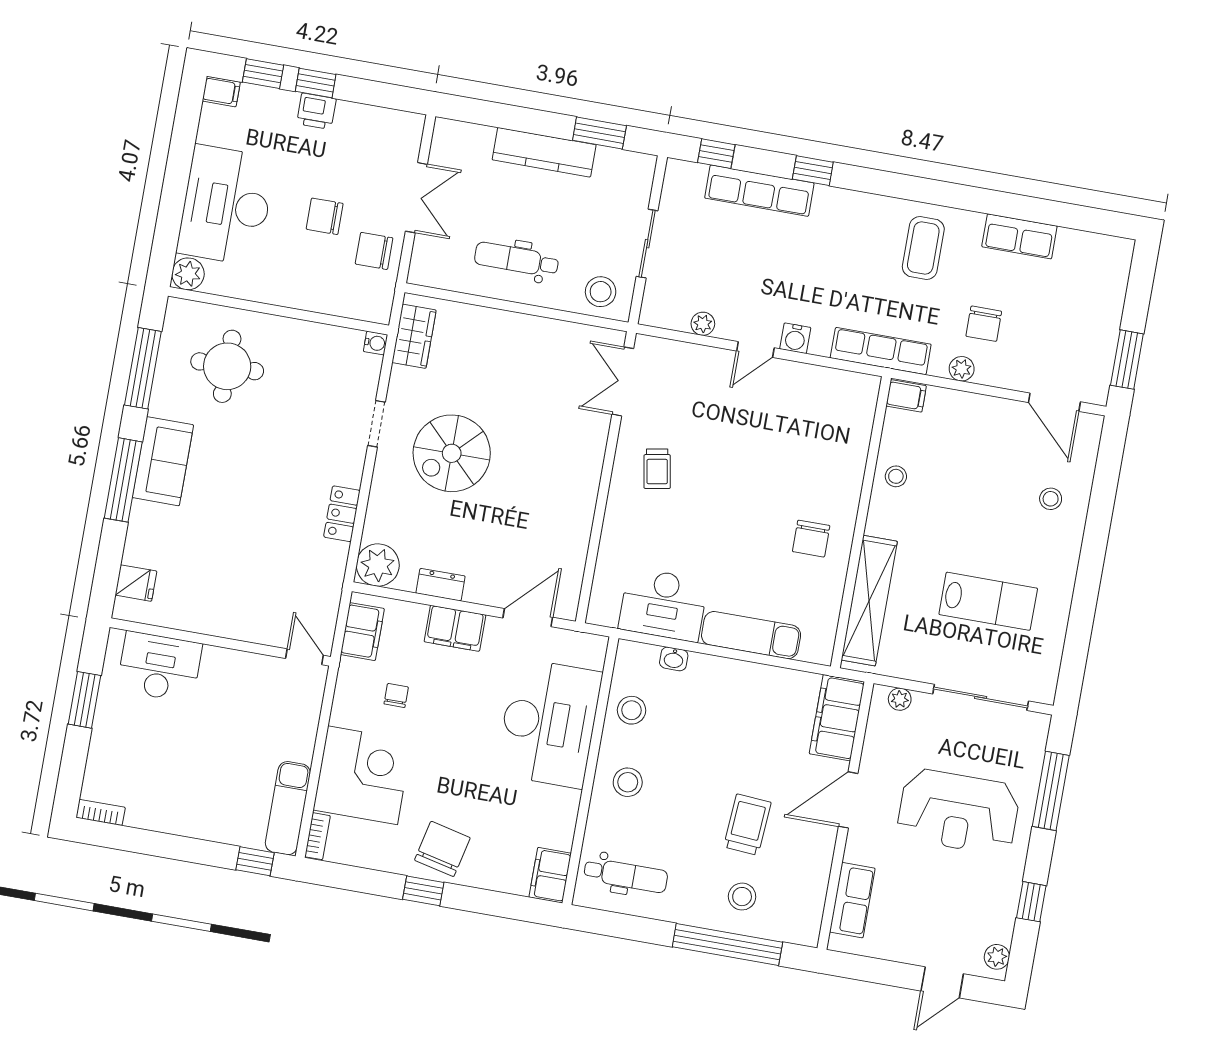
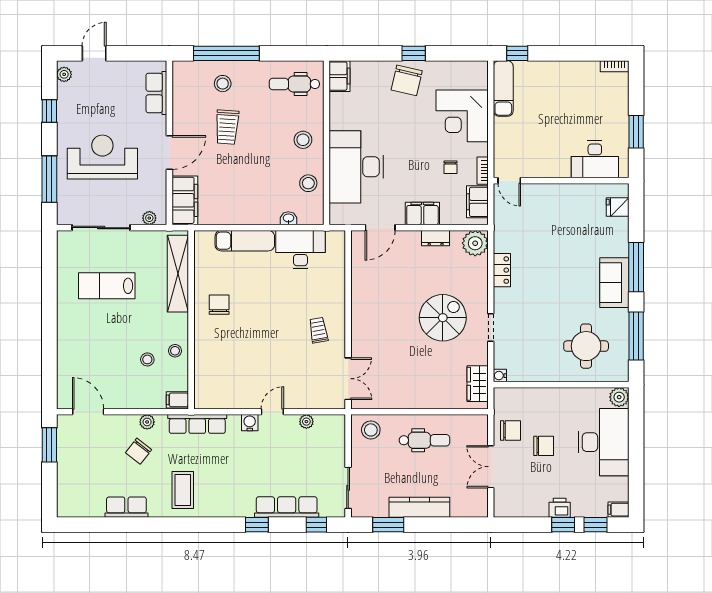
sliding door: (647, 244) -> (348, 488), moved
chair: (984, 324) -> (139, 451), turned -142
stool: (1051, 499) -> (147, 359), moved
bookcase: (317, 836) -> (483, 171), moved

